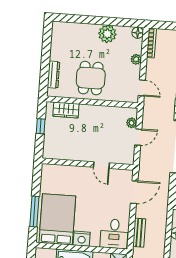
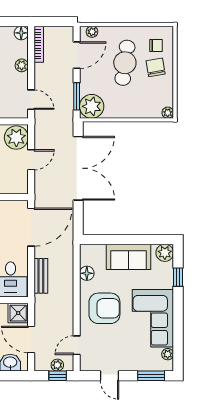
plant: (132, 123) -> (16, 138), width x1.88, depth x1.88
door: (134, 192) -> (31, 227), width x1.36

